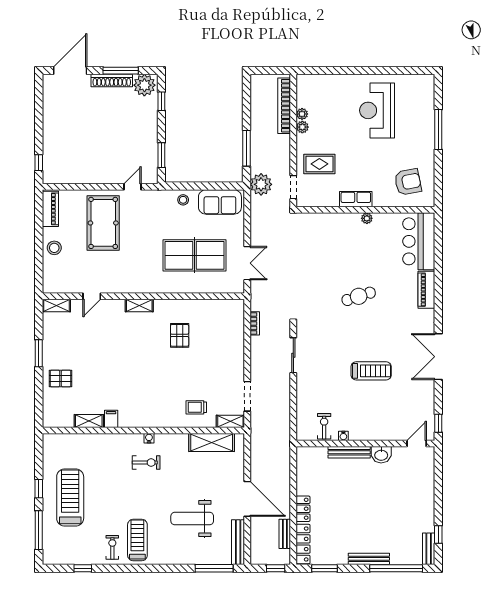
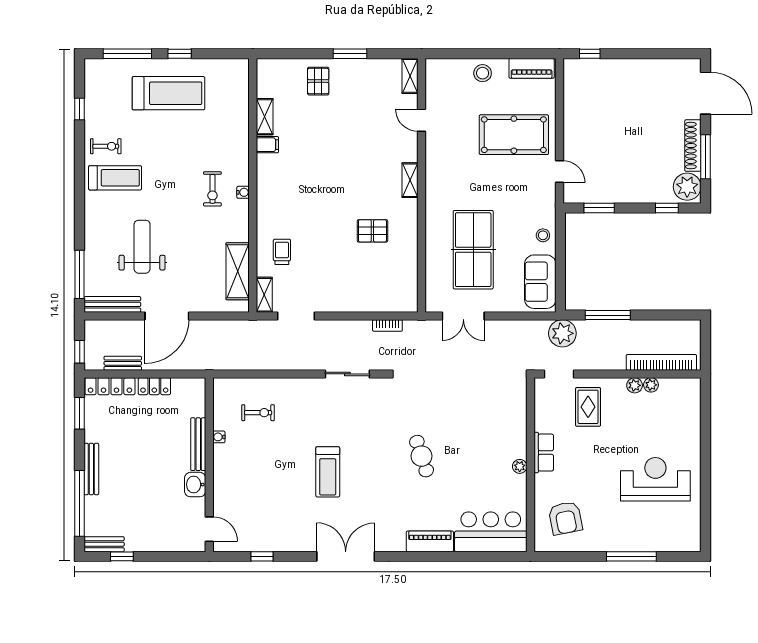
water cooler: (343, 436) -> (219, 437), moved
wall: (365, 443) -> (209, 465), moved
door: (417, 443) -> (209, 529), moved
bench: (349, 452) -> (198, 444), moved
washbasin: (381, 455) -> (195, 485), moved

